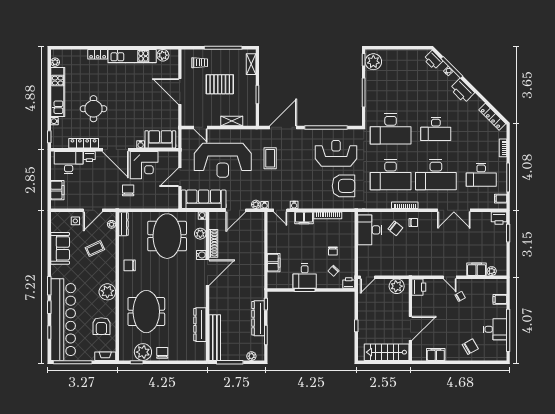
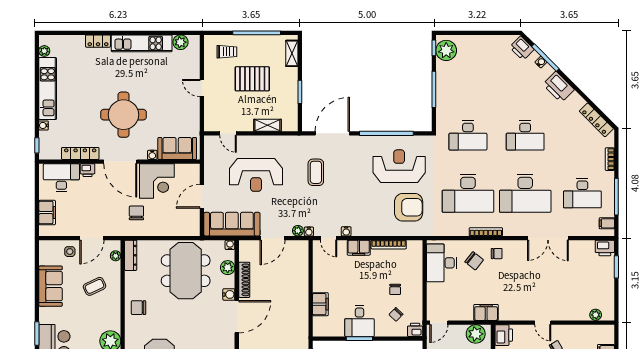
door: (180, 91) -> (202, 88), width x0.53
round table: (93, 109) -> (124, 115), moved, width x1.36, depth x1.36
desk: (391, 129) -> (468, 135), width x0.73, depth x0.77
reception desk: (223, 160) -> (256, 175), width x0.74, depth x0.77
filing cabinet: (477, 269) -> (486, 312), moved

